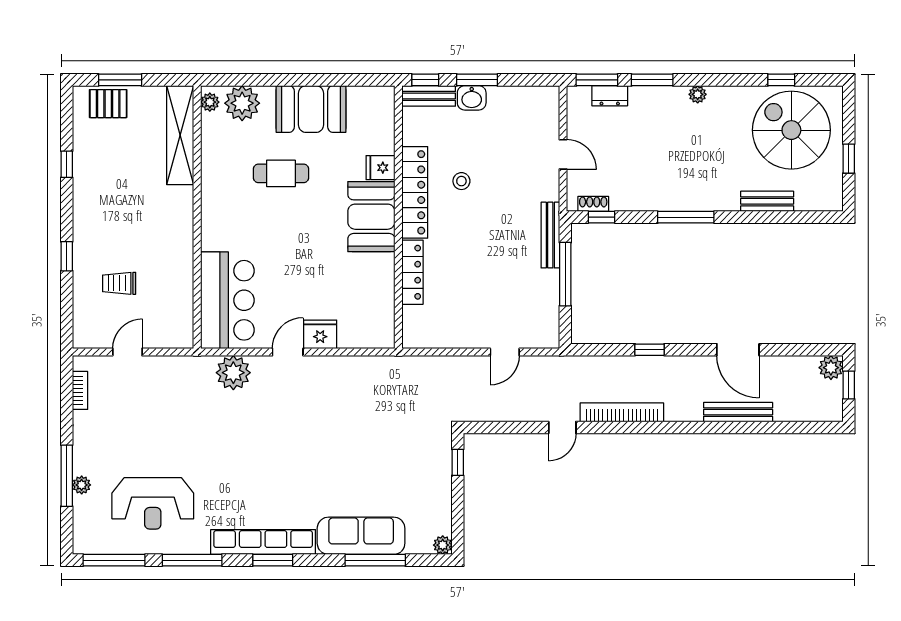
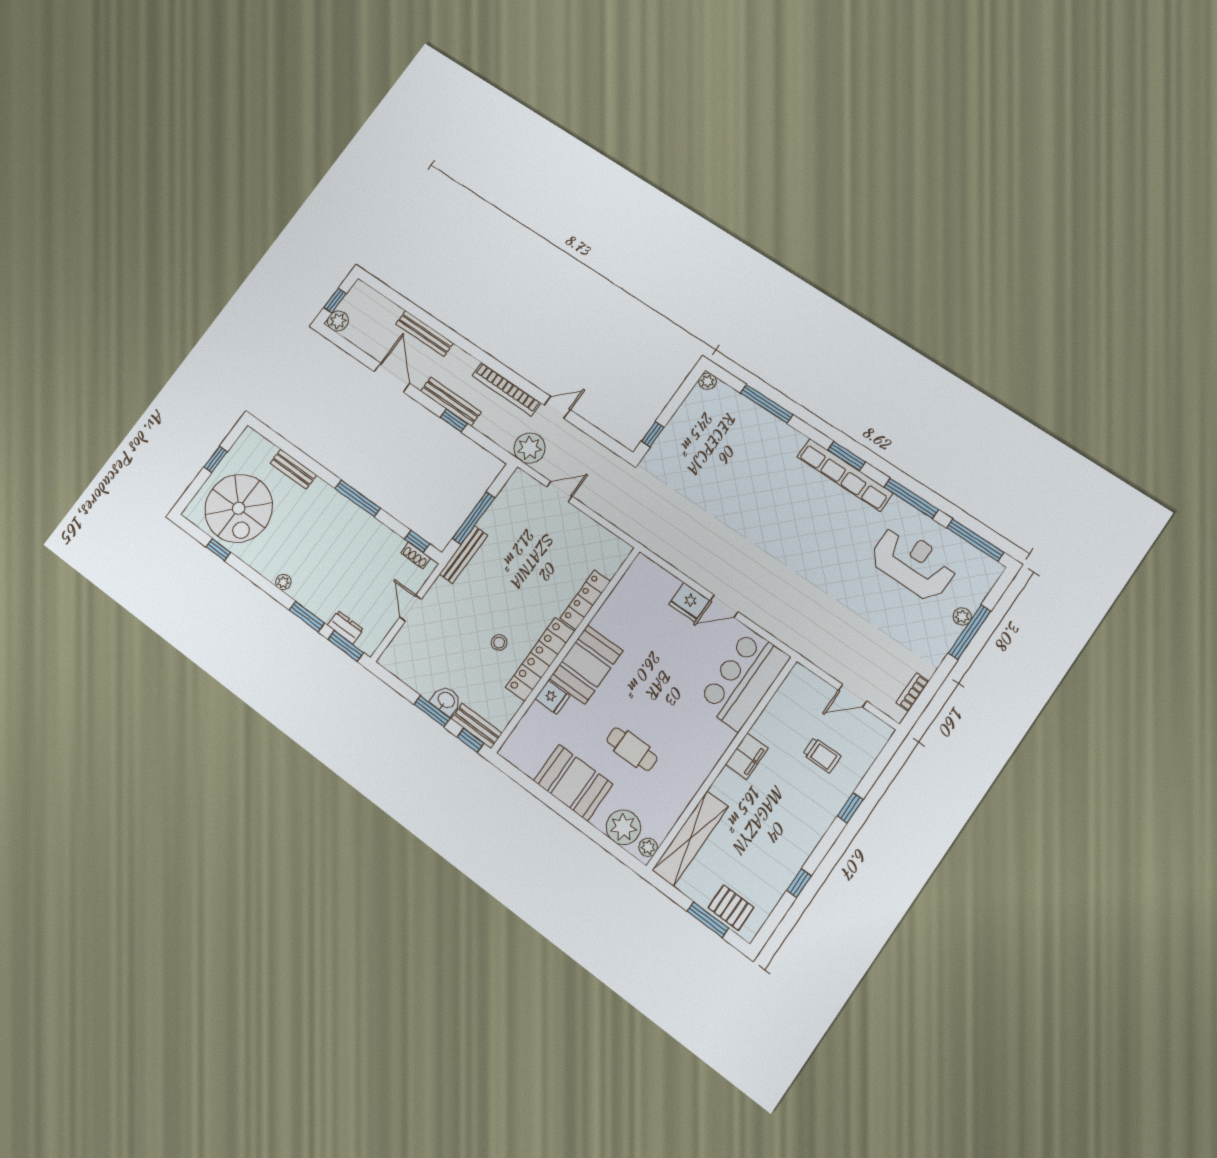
filing cabinet: (180, 237) -> (747, 756), added
bench: (665, 365) -> (451, 401), added
plant: (233, 373) -> (530, 448), moved
sofa: (361, 536) -> (765, 429), removed

